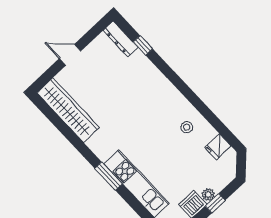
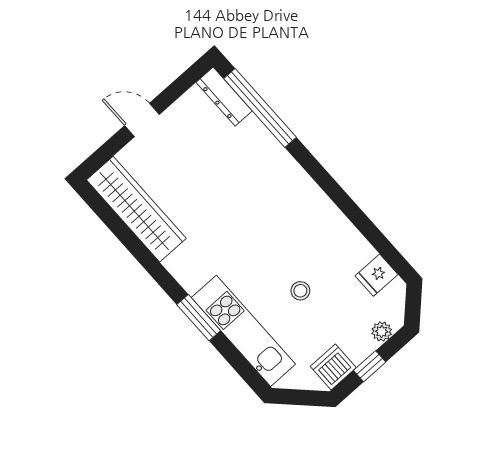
window: (143, 45) -> (260, 108), width x3.17
stool: (187, 127) -> (300, 291), moved
plant: (208, 195) -> (382, 332), moved

